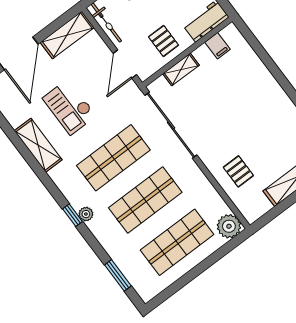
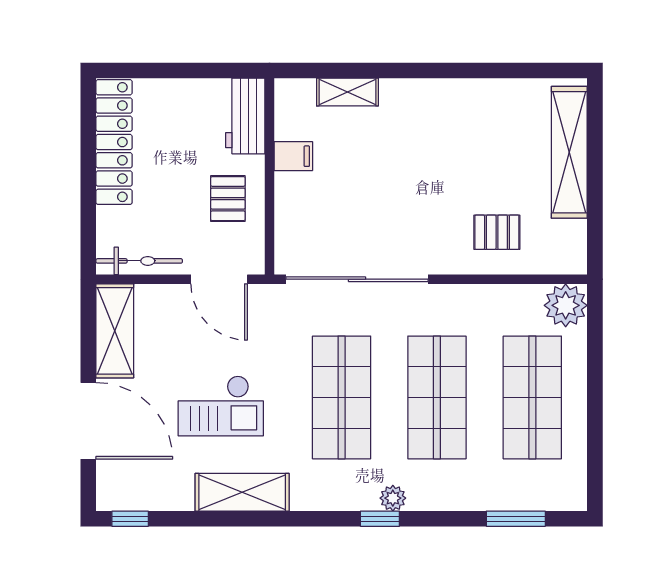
pallet: (164, 41) -> (228, 199), turned 90
filing cabinet: (217, 46) -> (293, 156), moved
shelving: (181, 70) -> (347, 92), moved, turned 90

